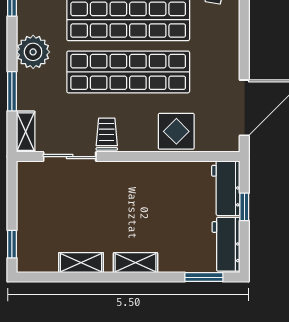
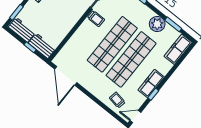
plant: (33, 52) -> (157, 24), moved
display table: (176, 131) -> (77, 44), removed

